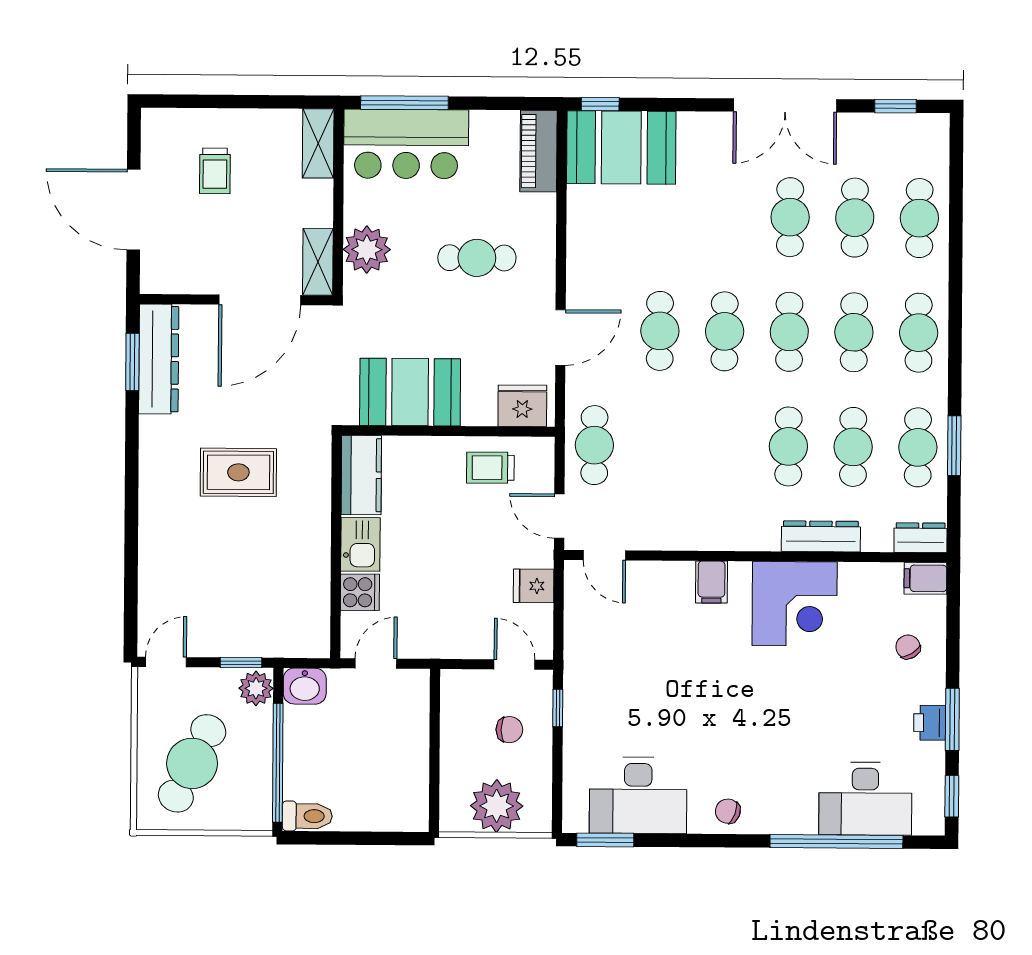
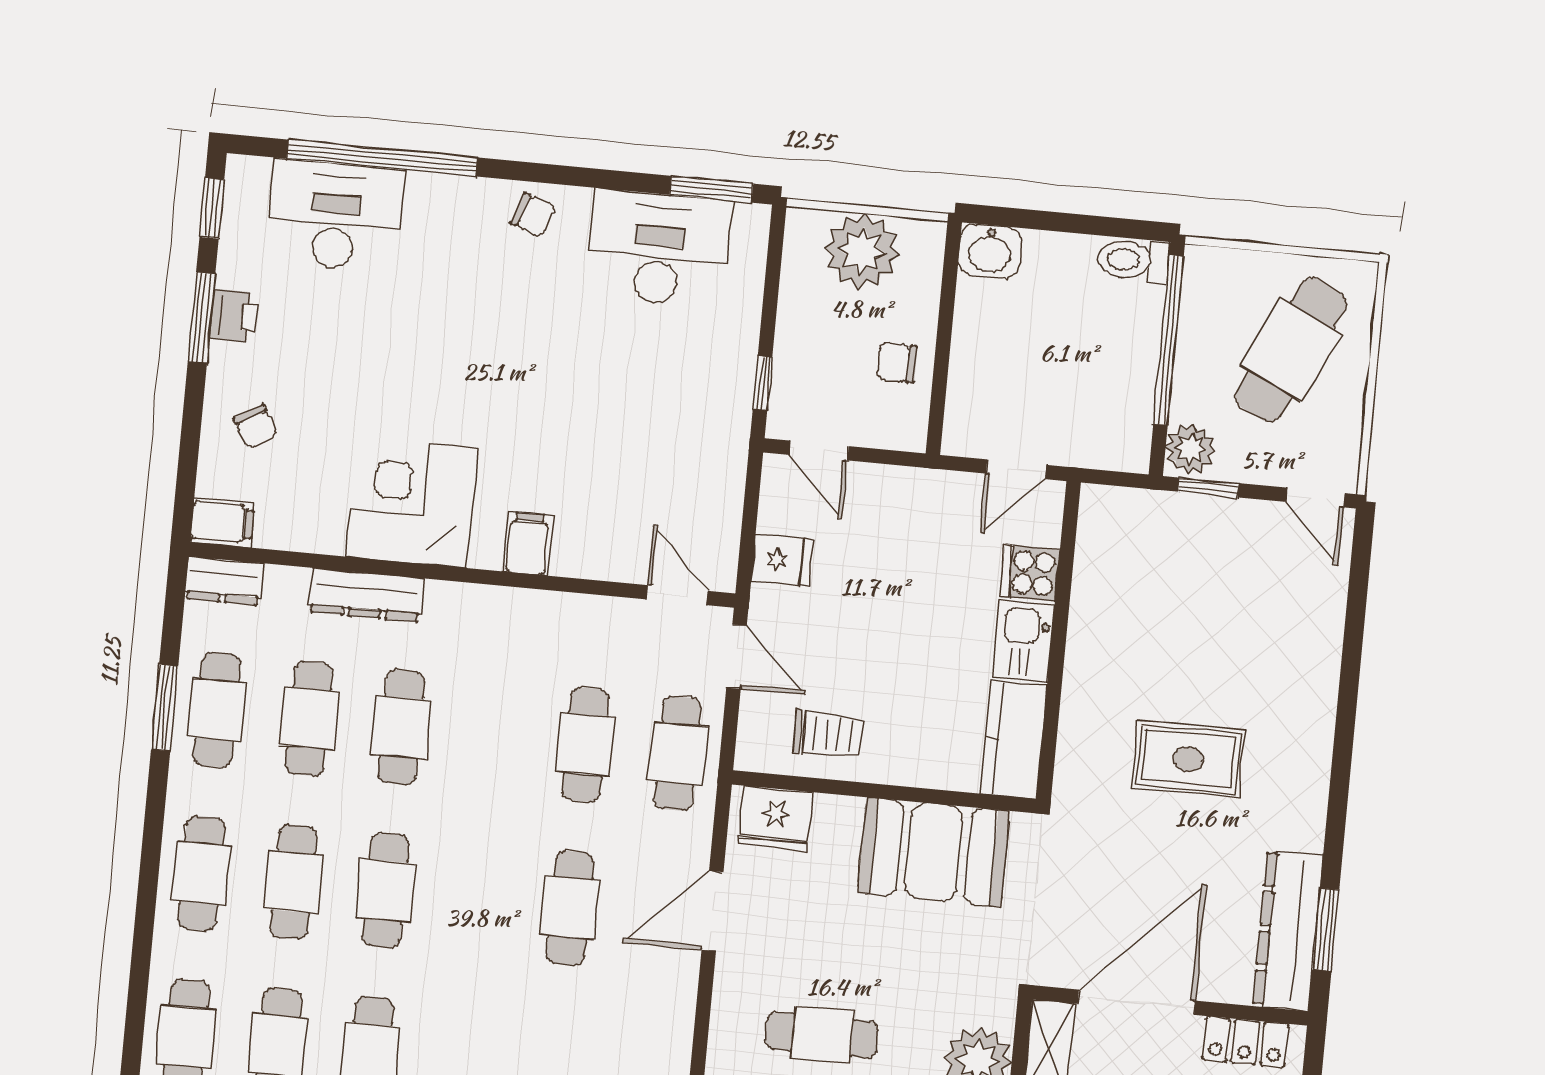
locker: (182, 279) -> (1245, 1042), added
cafe table: (725, 331) -> (585, 745), moved
door: (166, 662) -> (1315, 498), hinge flipped
washbasin: (305, 686) -> (990, 251), moved, turned 180
chair: (509, 730) -> (897, 363), moved

